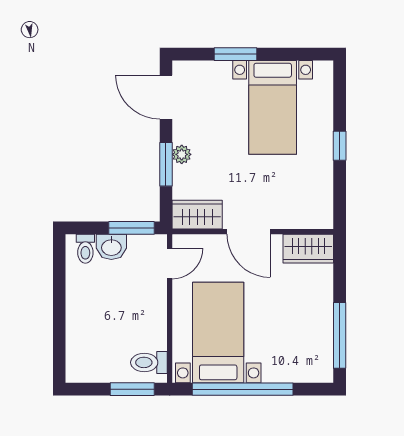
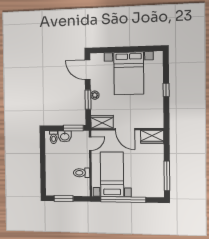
window: (235, 54) -> (118, 50), removed
bed with nightstands: (273, 107) -> (129, 73), width x1.36
toilet: (149, 362) -> (81, 173), moved
window: (132, 389) -> (64, 199), moved

